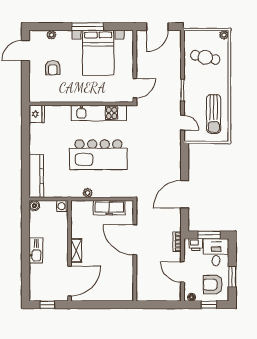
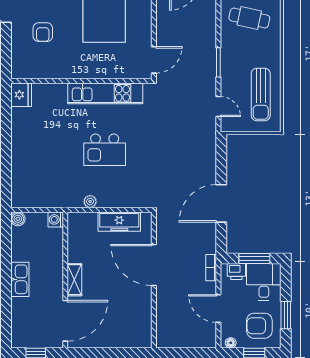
kitchen island: (98, 155) -> (105, 150), width x0.54, depth x0.78
kitchen counter: (36, 176) -> (20, 179), removed

